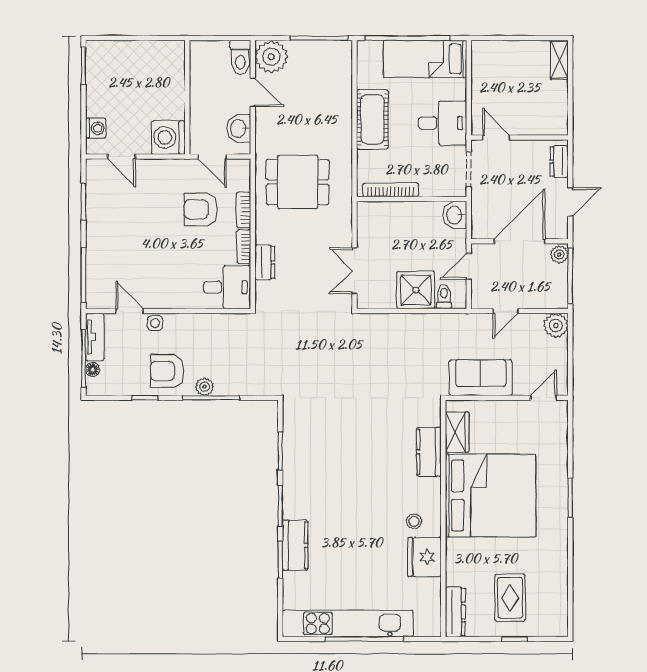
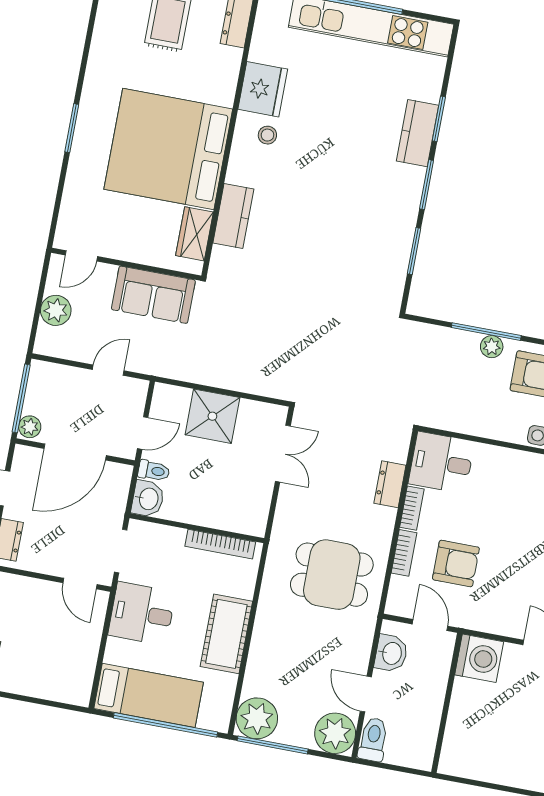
plant: (336, 57) -> (257, 718), added
toilet: (444, 297) -> (154, 471), moved, turned -90
plant: (556, 325) -> (56, 310), moved

